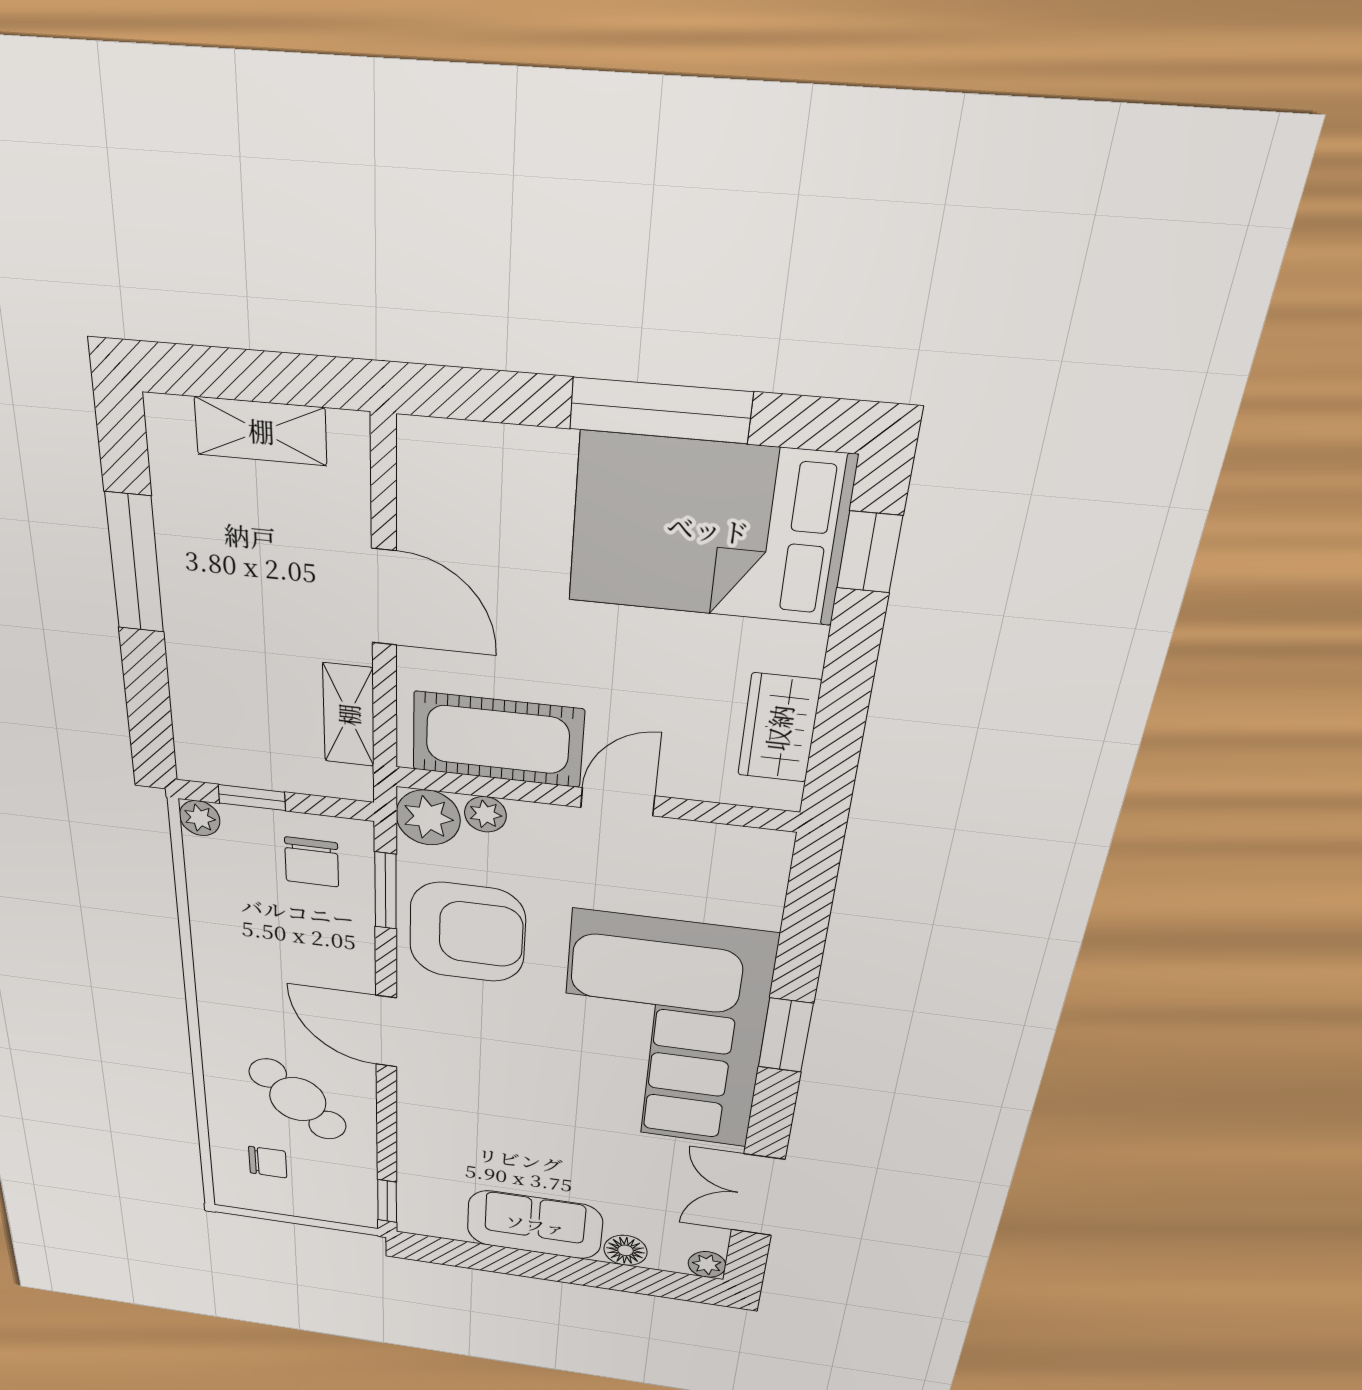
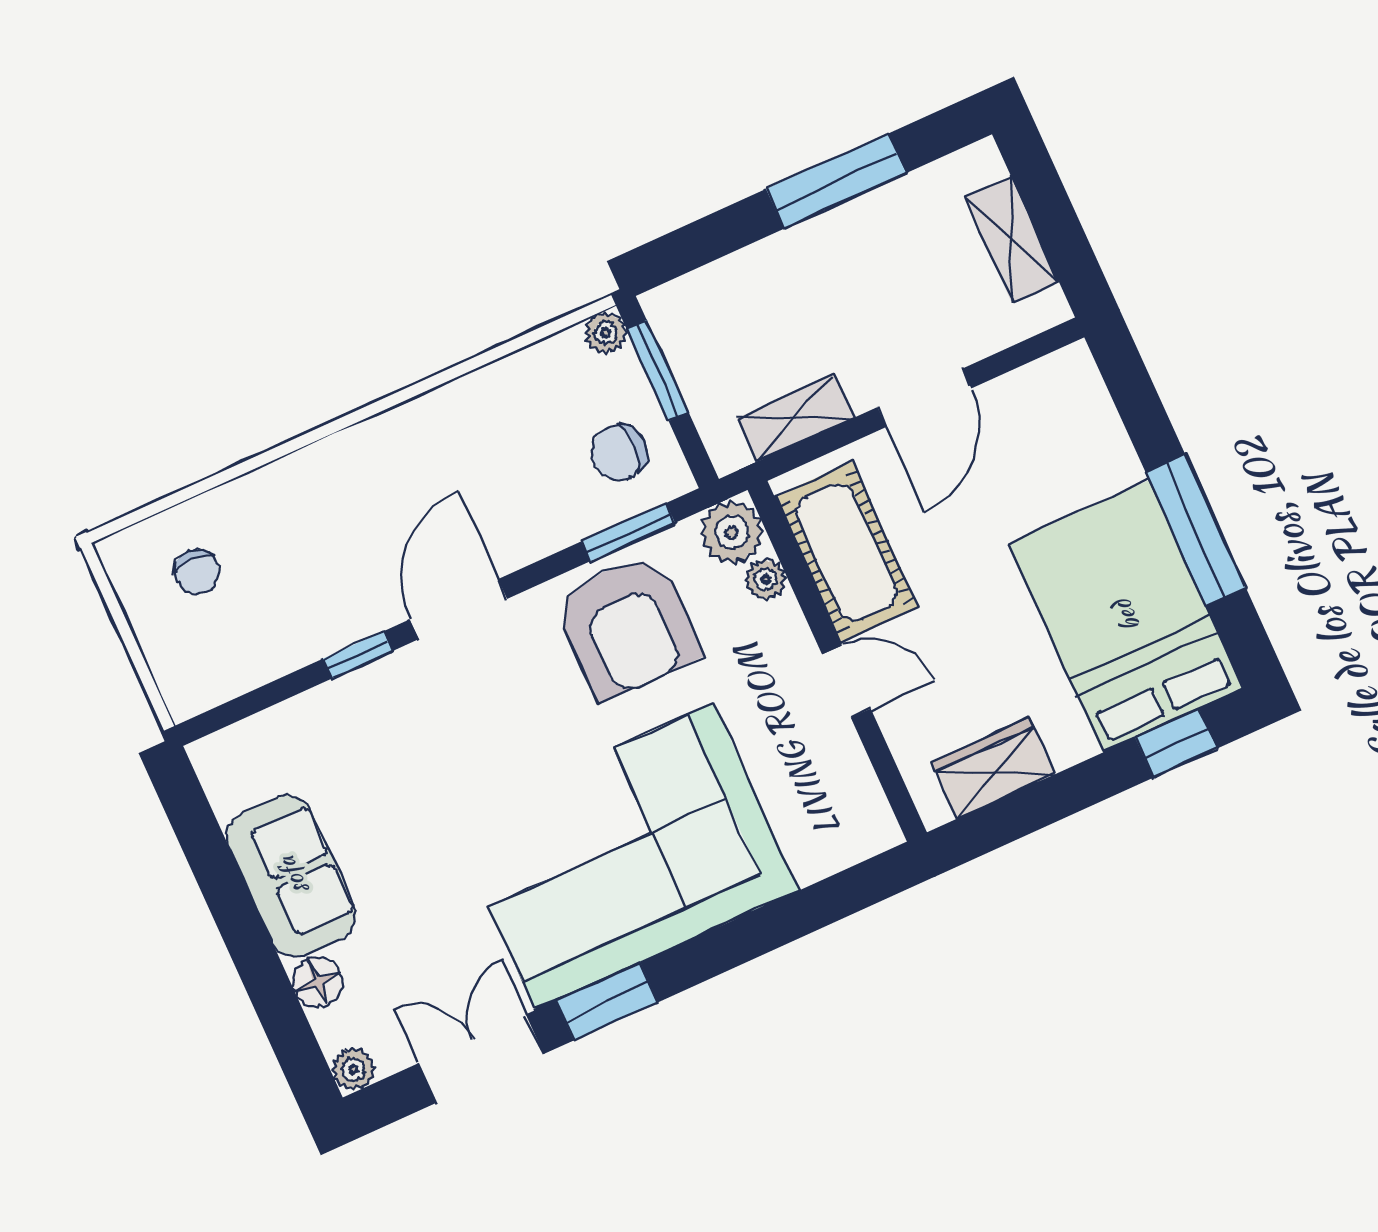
window: (252, 798) -> (658, 370), width x1.50
window: (785, 1035) -> (607, 1002), moved
cafe table: (298, 1099) -> (310, 564), removed
window: (387, 1201) -> (358, 655), moved

